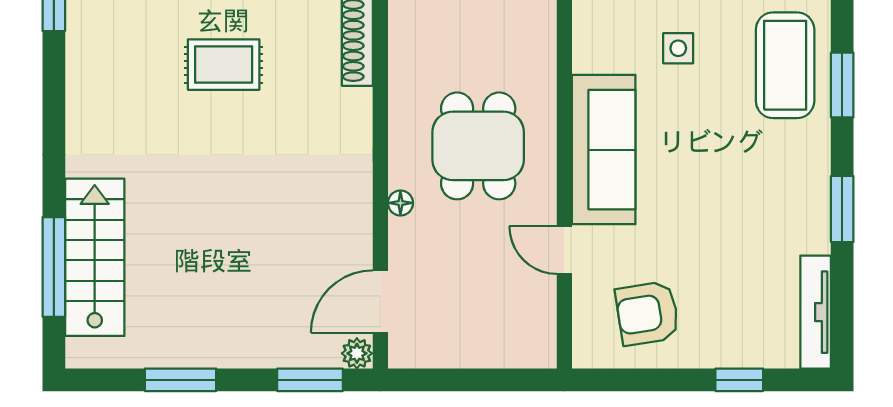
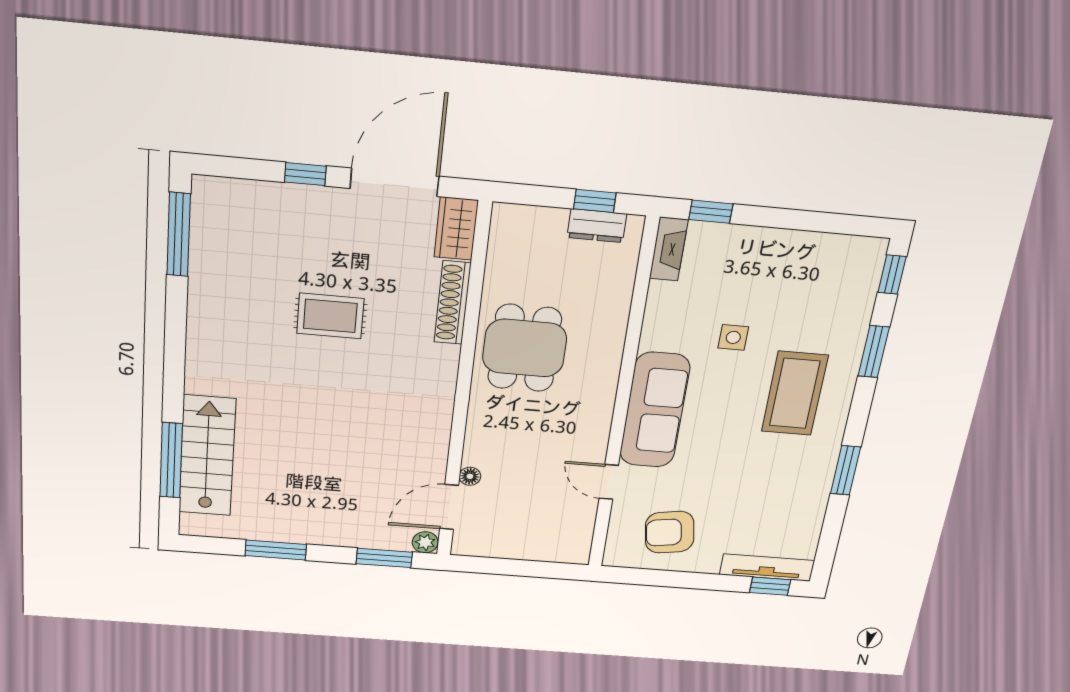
coffee table: (785, 65) -> (795, 393), moved
window: (842, 85) -> (874, 352), moved
dining table: (478, 146) -> (525, 348), moved
floor lamp: (400, 203) -> (470, 476), moved
tv unit: (816, 312) -> (767, 568), moved, turned 90
window: (739, 380) -> (770, 586), moved

